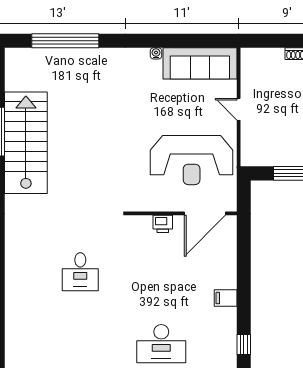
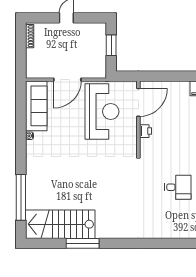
door: (239, 109) -> (67, 80), width x1.87
stairs: (26, 143) -> (60, 224), moved
door: (205, 213) -> (138, 102), hinge flipped

